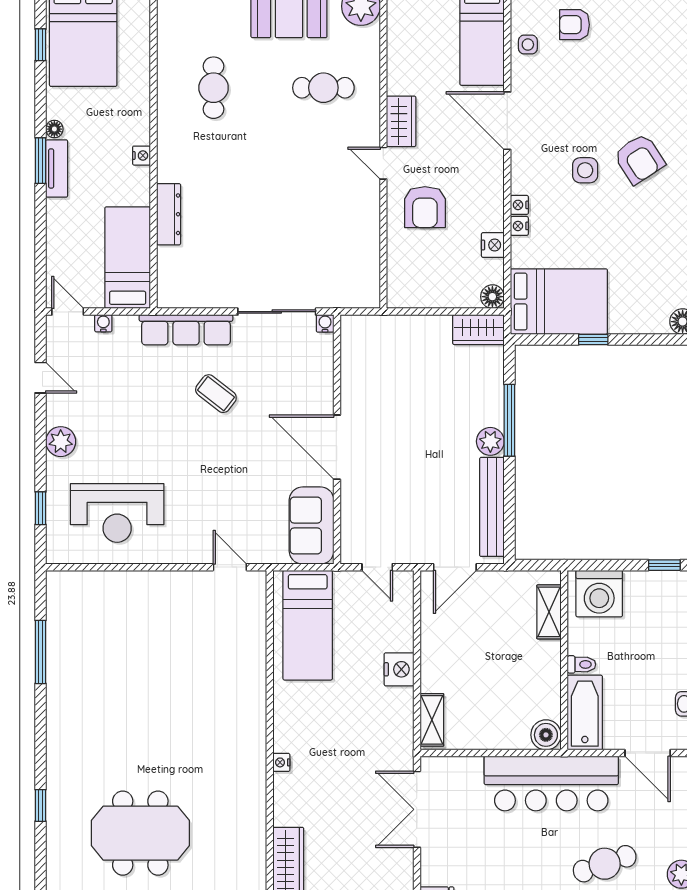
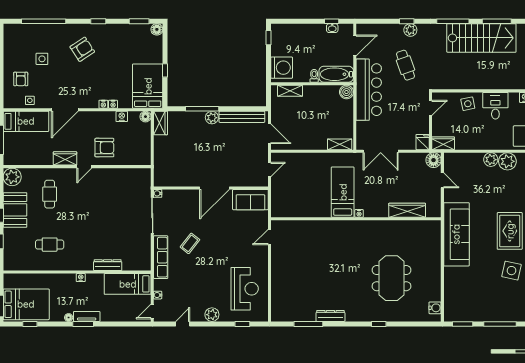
side table: (585, 170) -> (42, 59), moved
bed: (308, 625) -> (343, 192), moved, turned -90
nightstand: (399, 669) -> (316, 159), removed
dresser: (58, 700) -> (330, 316), added

